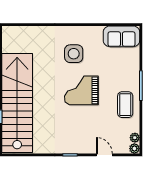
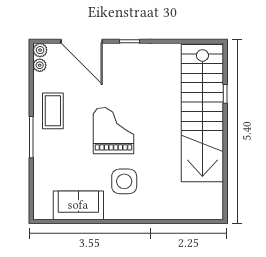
sofa: (121, 36) -> (78, 205), moved
grand piano: (81, 90) -> (113, 131), turned -90
door: (104, 155) -> (82, 41), width x1.88

